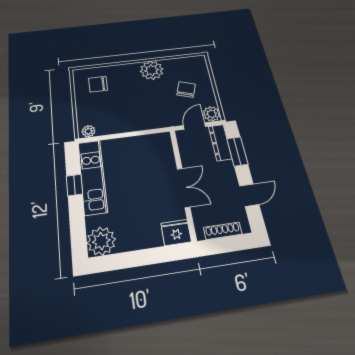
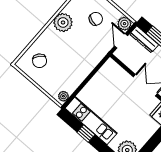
chair: (98, 84) -> (40, 61), turned -49
chair: (186, 89) -> (96, 19), turned 91

